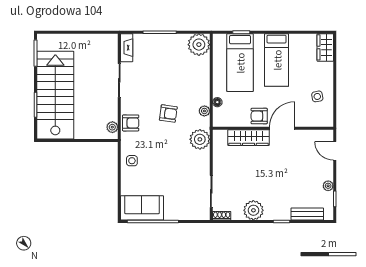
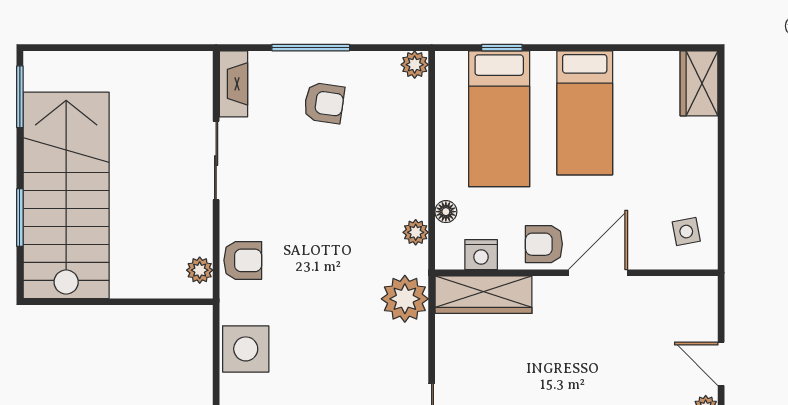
plant: (199, 45) -> (415, 65), width x0.53, depth x0.53
side table: (317, 96) -> (686, 232), moved
armchair: (168, 113) -> (324, 103), moved
nightstand: (232, 120) -> (481, 255), added
wardrobe: (249, 138) -> (484, 295), moved
door: (335, 151) -> (721, 364), moved
side table: (132, 161) -> (246, 349), width x1.87, depth x1.87

